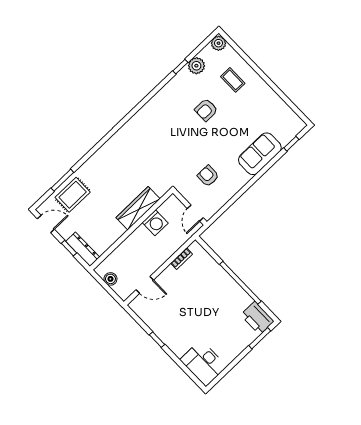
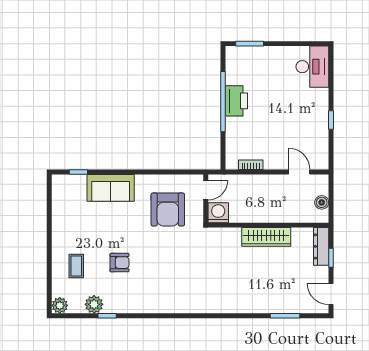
armchair: (208, 176) -> (168, 210), width x1.88, depth x1.88
rug: (73, 195) -> (288, 297), removed
wardrobe: (138, 208) -> (266, 237), moved
washing machine: (155, 223) -> (218, 213), moved
printer: (257, 318) -> (236, 101), moved

